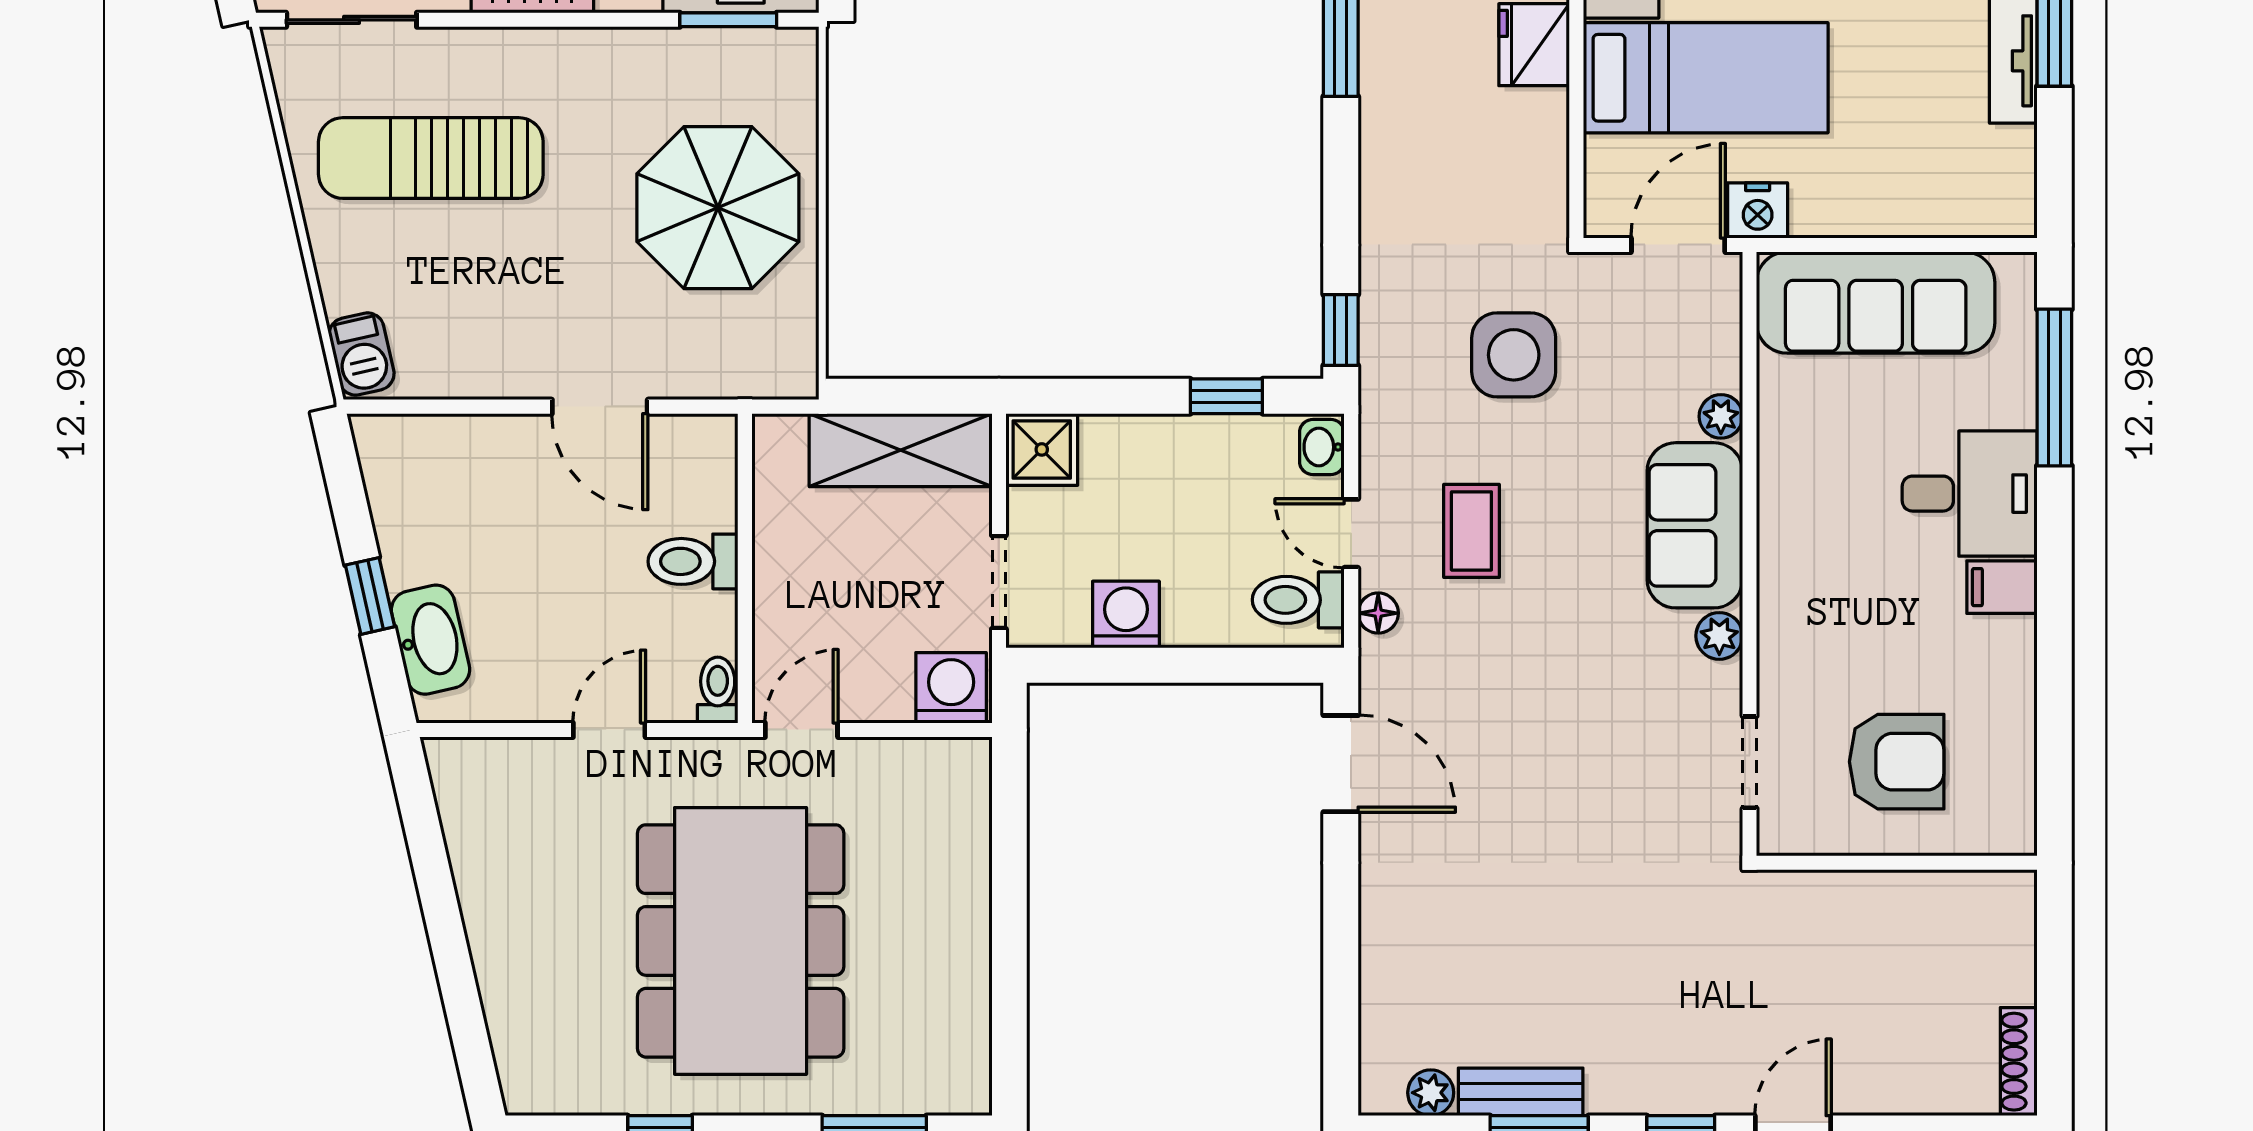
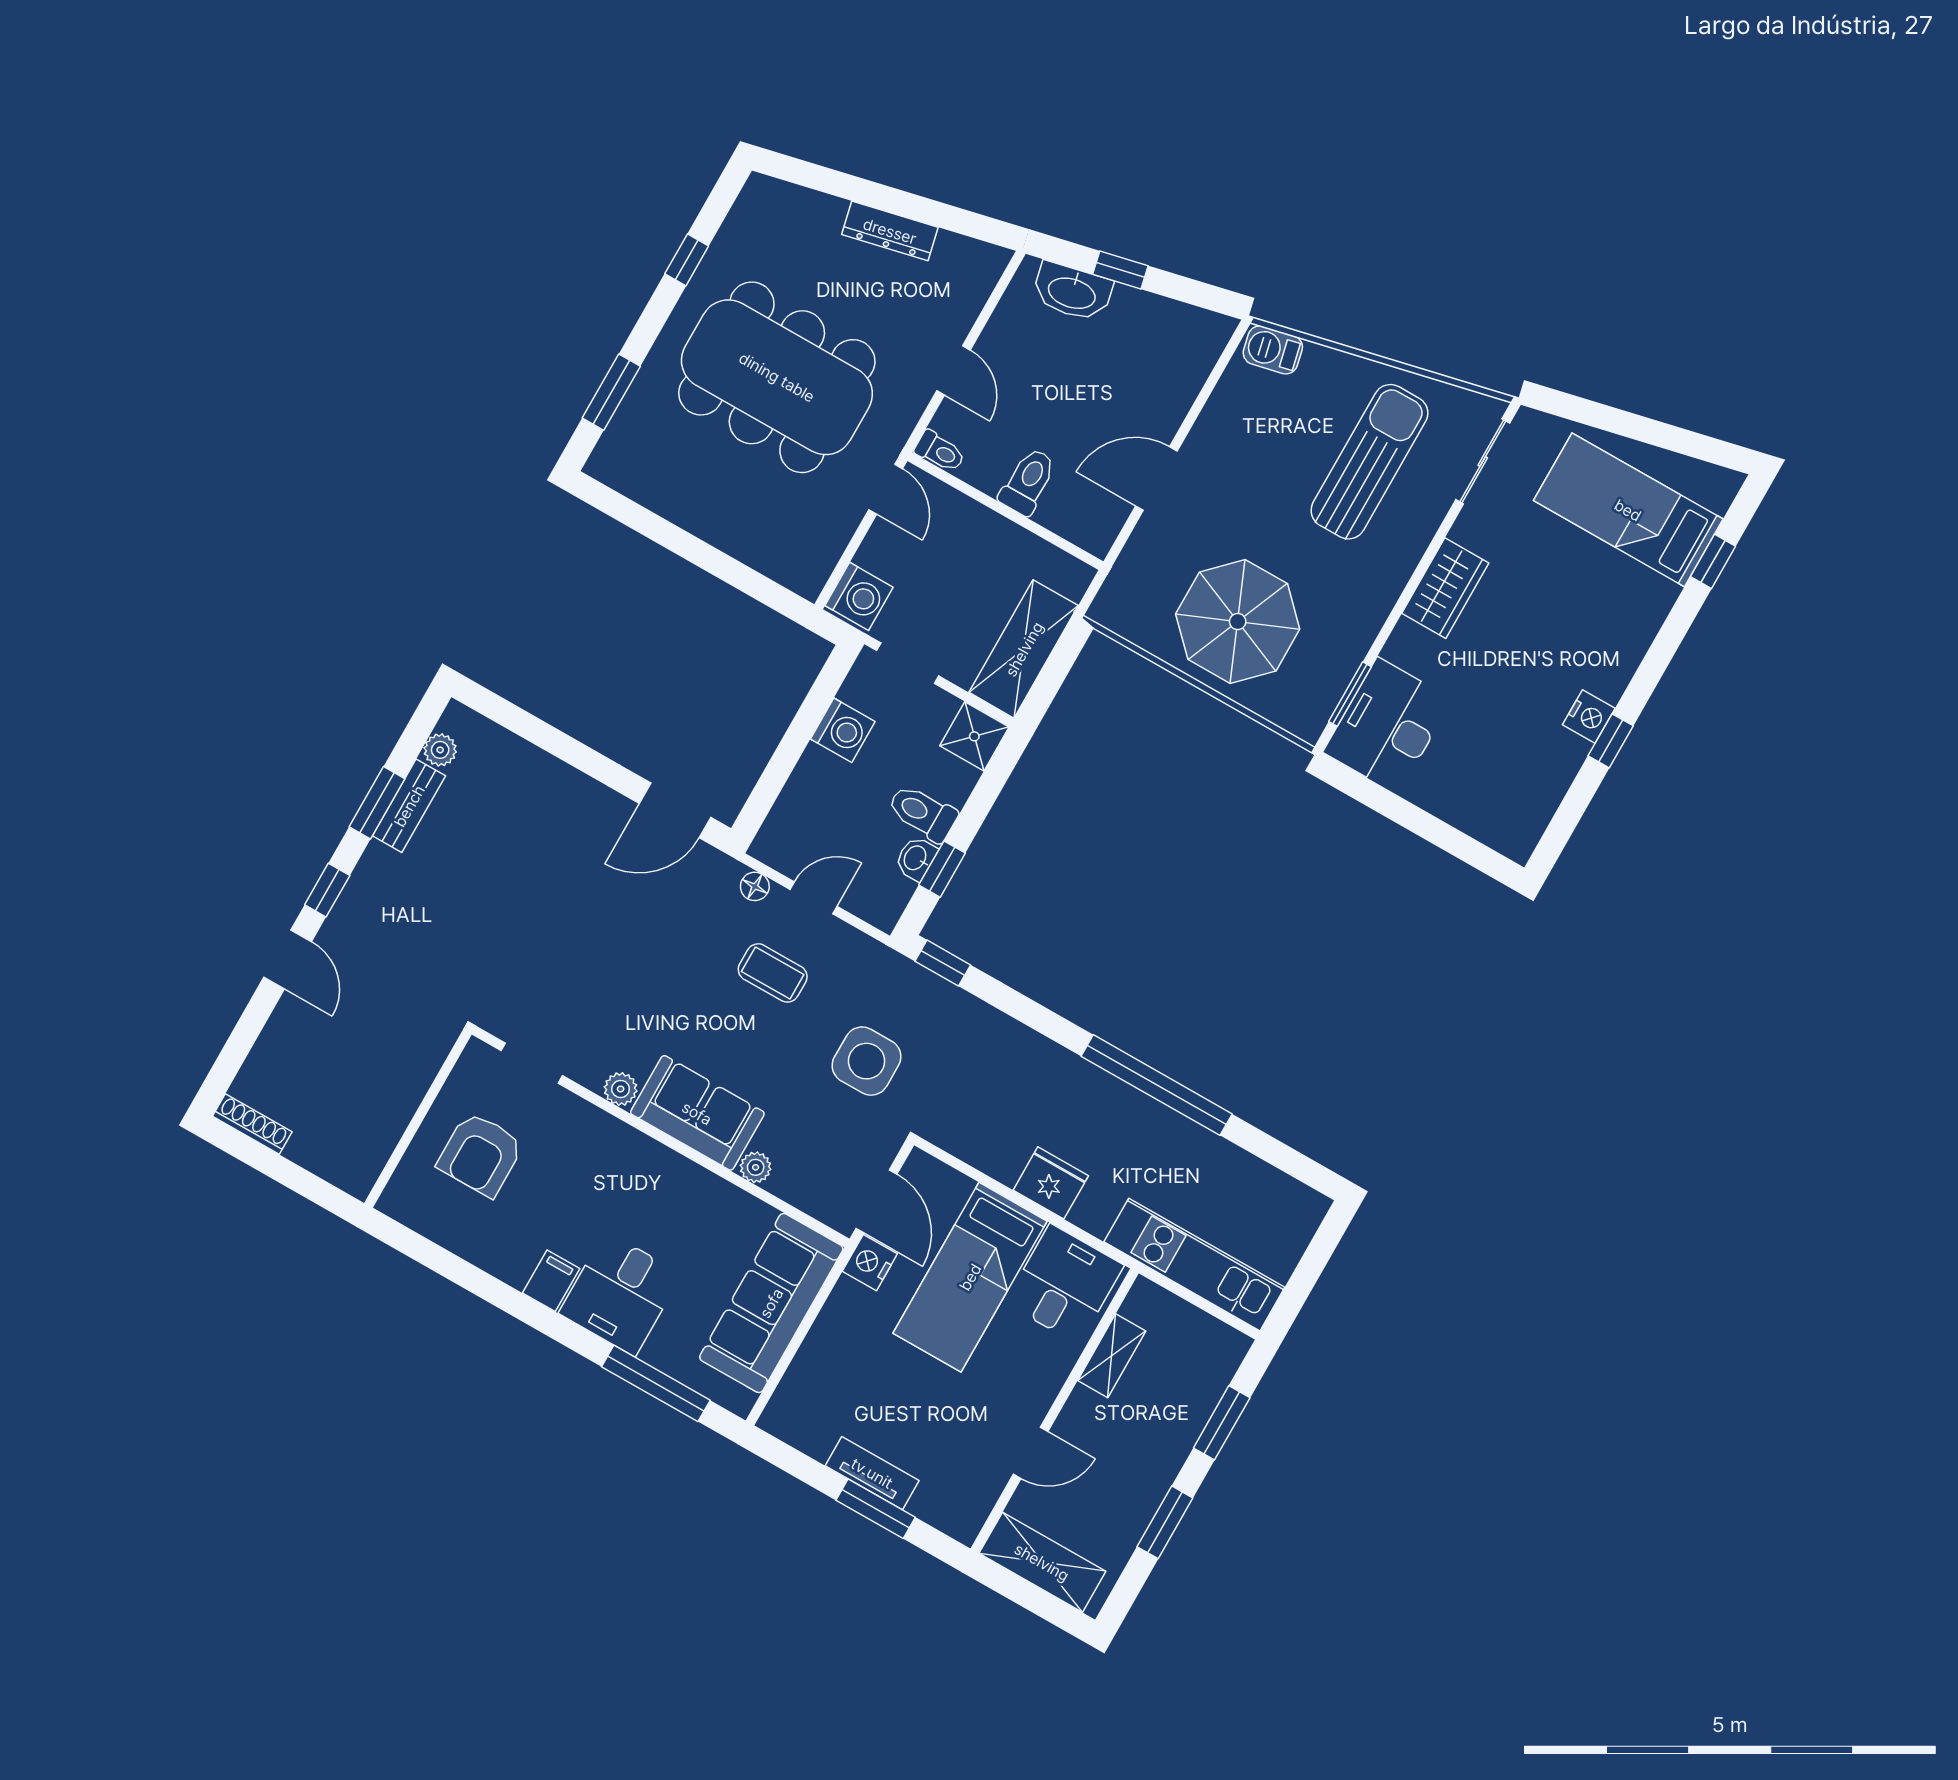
washbasin: (1322, 447) -> (916, 858), moved, turned -90
toilet: (1298, 600) -> (922, 813), moved, turned -90
dresser: (483, 905) -> (890, 231), added

